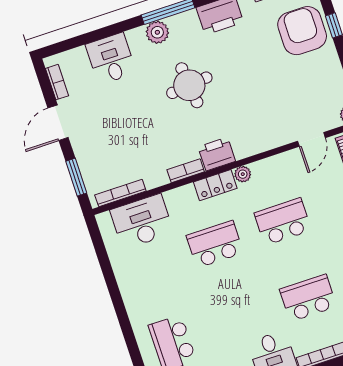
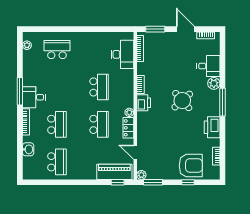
plant: (157, 32) -> (214, 83), moved
round table: (189, 85) -> (182, 101), turned -36
locker: (215, 185) -> (128, 128), moved

